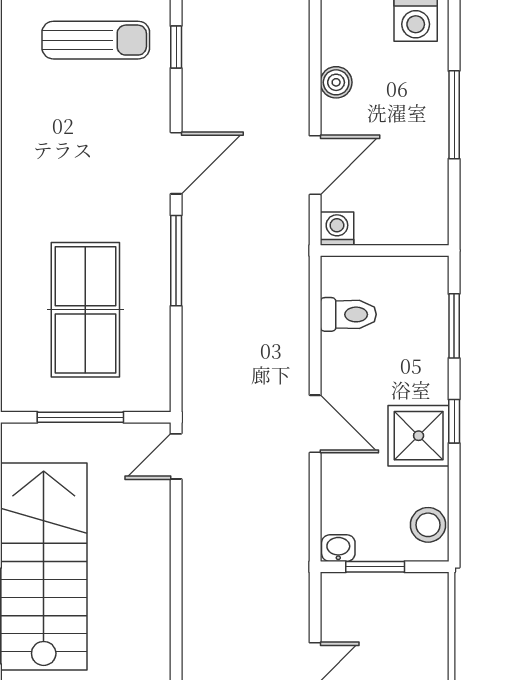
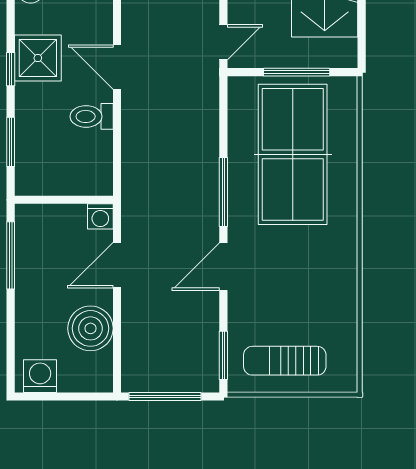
window: (176, 47) -> (223, 355), width x1.50
boiler: (336, 82) -> (90, 328), width x1.86, depth x1.86
window: (454, 115) -> (11, 255), moved
table tennis table: (85, 310) -> (293, 154), width x1.36, depth x1.32
toilet: (348, 314) -> (92, 116), moved

